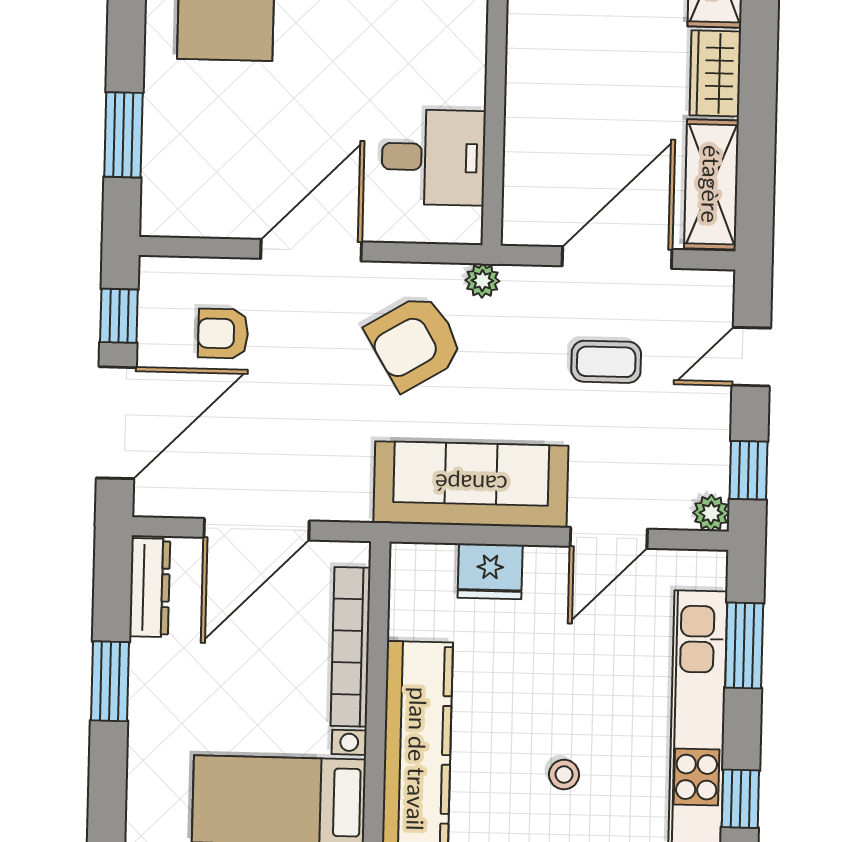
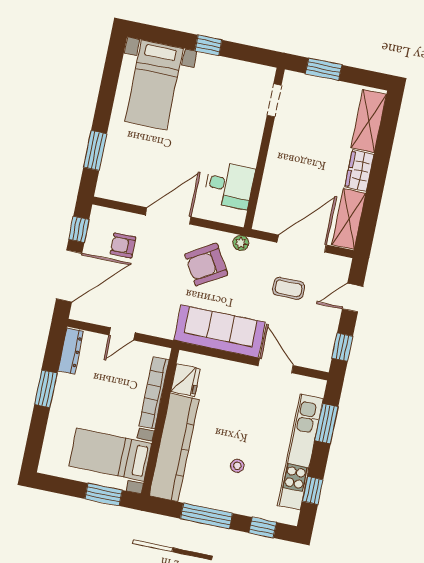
plant: (711, 513) -> (323, 363), removed
door: (257, 529) -> (122, 334), width x0.53
door: (609, 538) -> (276, 366), swing flipped
fridge: (490, 571) -> (185, 380), moved, turned -90

